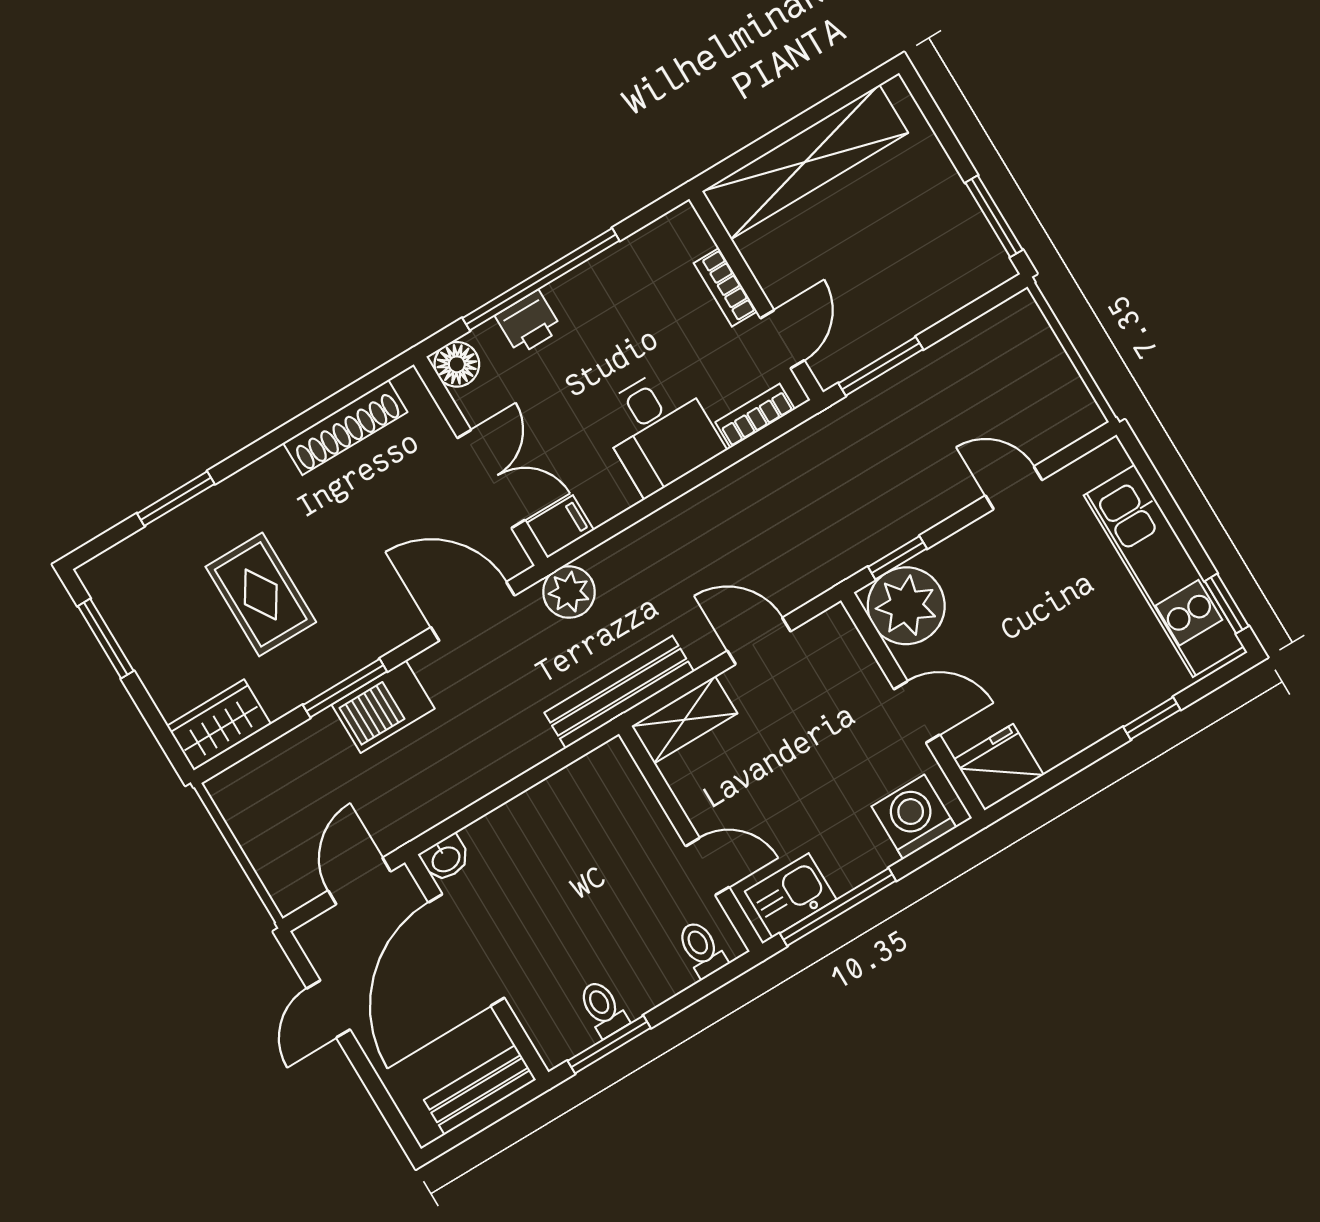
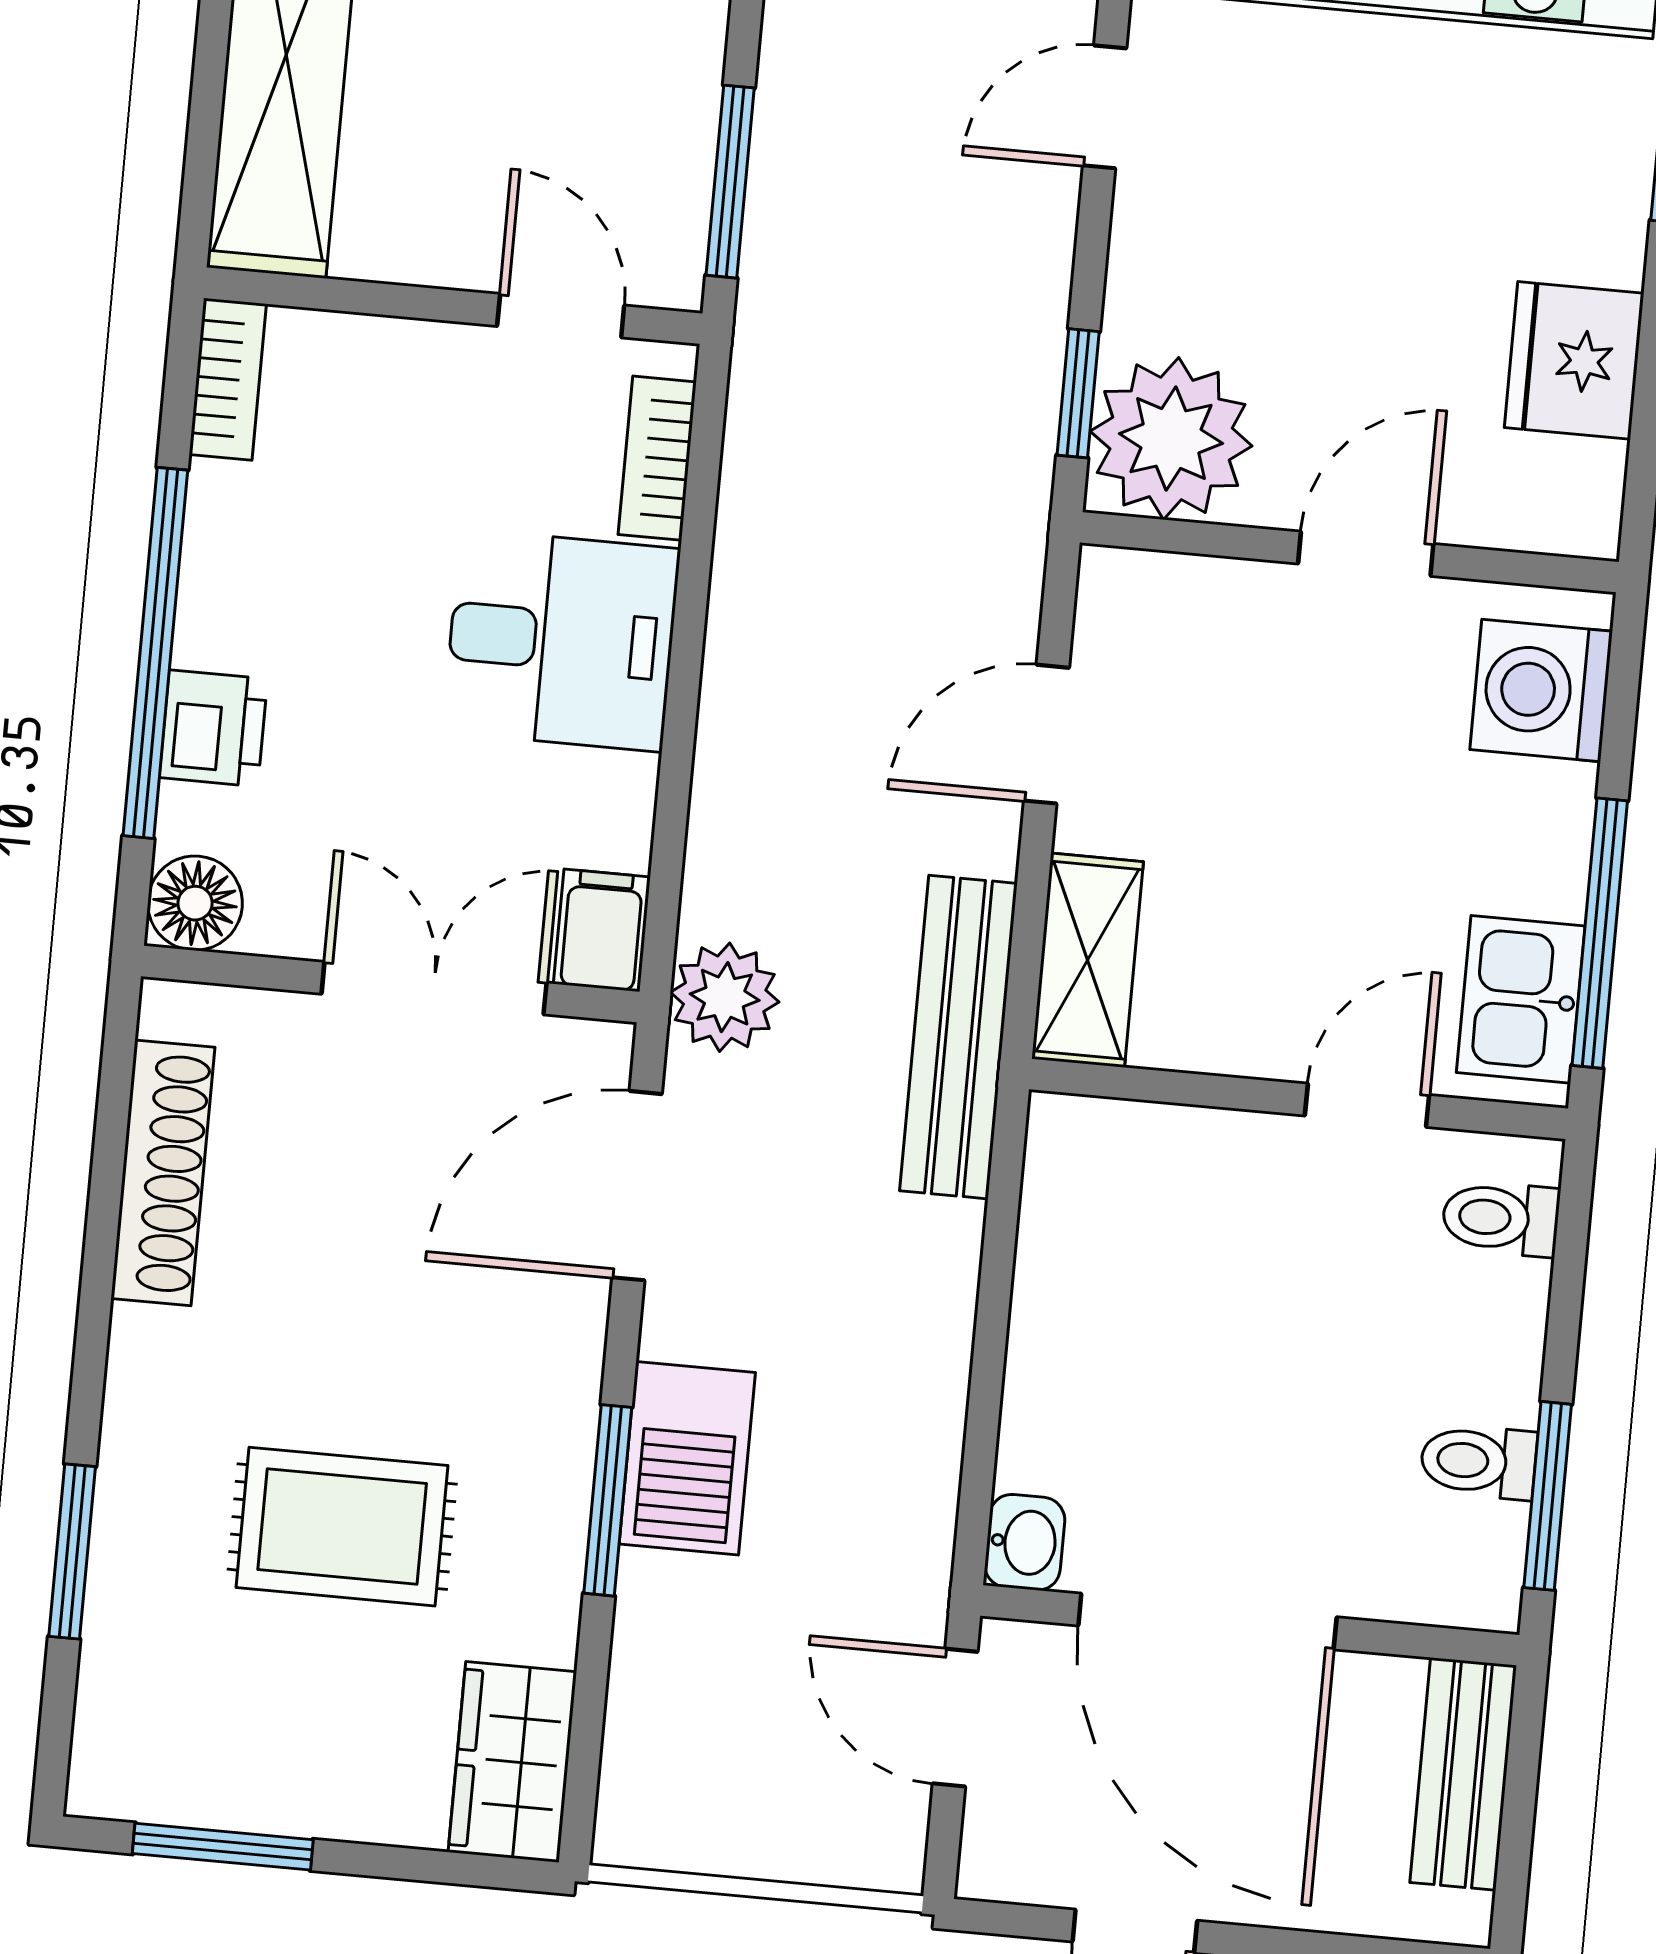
bookcase: (725, 287) -> (228, 379), moved, turned -90
fridge: (999, 767) -> (1574, 360), moved

